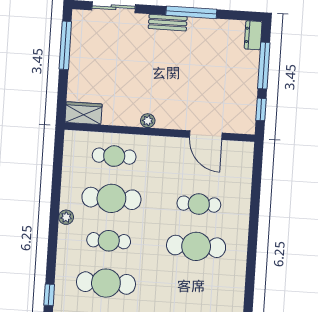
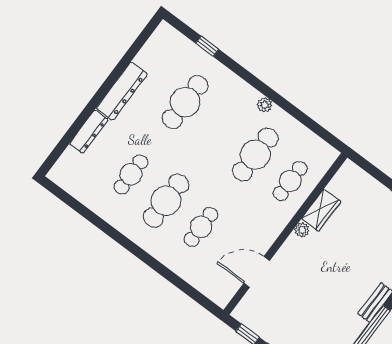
wardrobe: (84, 113) -> (321, 210), moved
cafe table: (109, 241) -> (131, 174), moved

